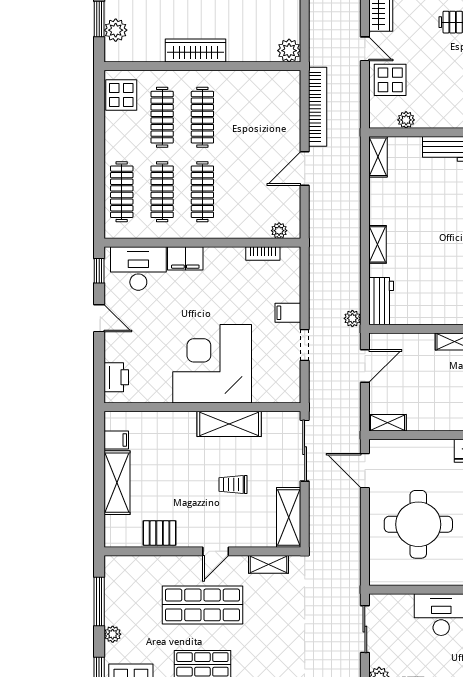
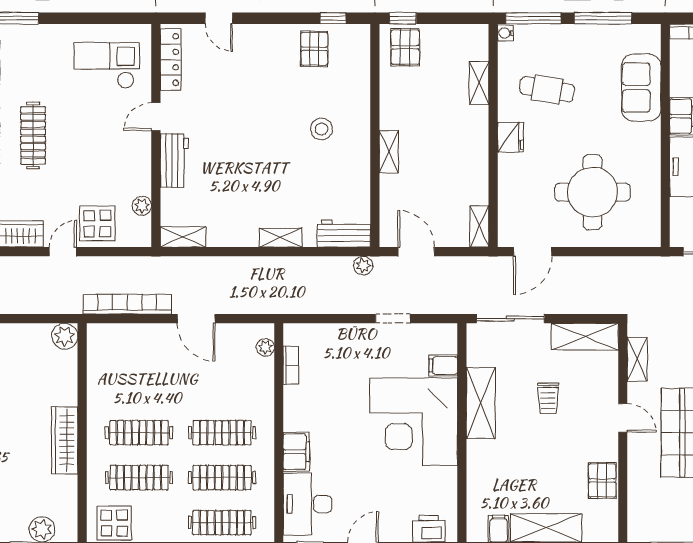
filing cabinet: (288, 313) -> (443, 366), moved, turned 90

